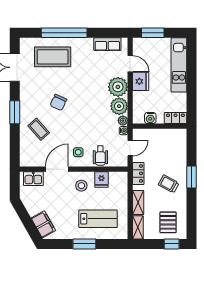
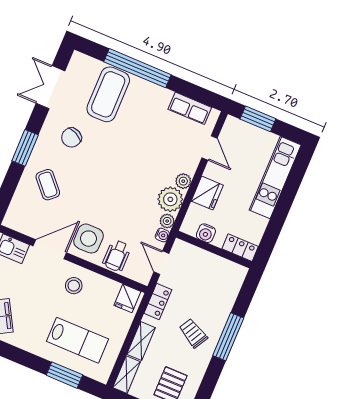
coffee table: (53, 57) -> (108, 94), turned 90
fridge: (141, 81) -> (207, 193), moved
plant: (118, 87) -> (183, 181), width x0.53, depth x0.53
chair: (58, 102) -> (71, 137), moved
door: (130, 148) -> (161, 263), swing flipped
side table: (78, 152) -> (89, 239), width x1.87, depth x1.87
window: (192, 177) -> (228, 337), width x1.44
fridge: (101, 179) -> (127, 298), moved
window: (84, 244) -> (64, 375), moved

